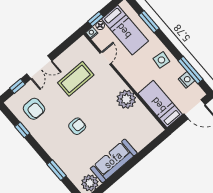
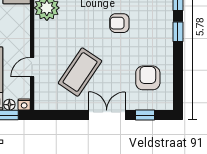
coffee table: (76, 79) -> (80, 72), turned -56
window: (22, 130) -> (178, 32), moved

